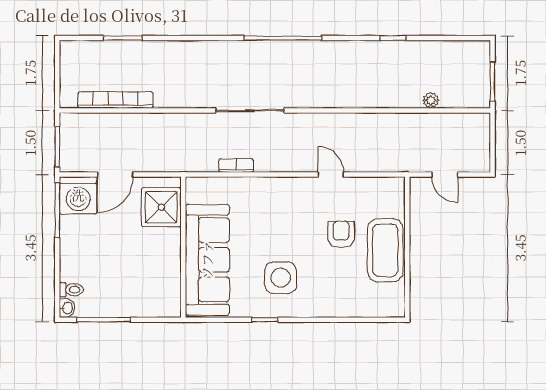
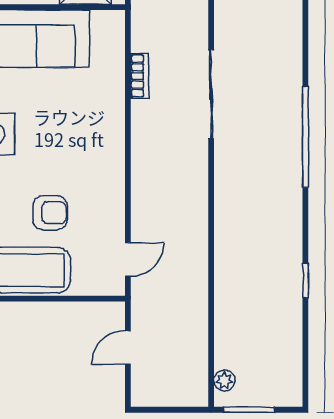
plant: (431, 100) -> (224, 381), moved
door: (331, 175) -> (128, 259), moved

